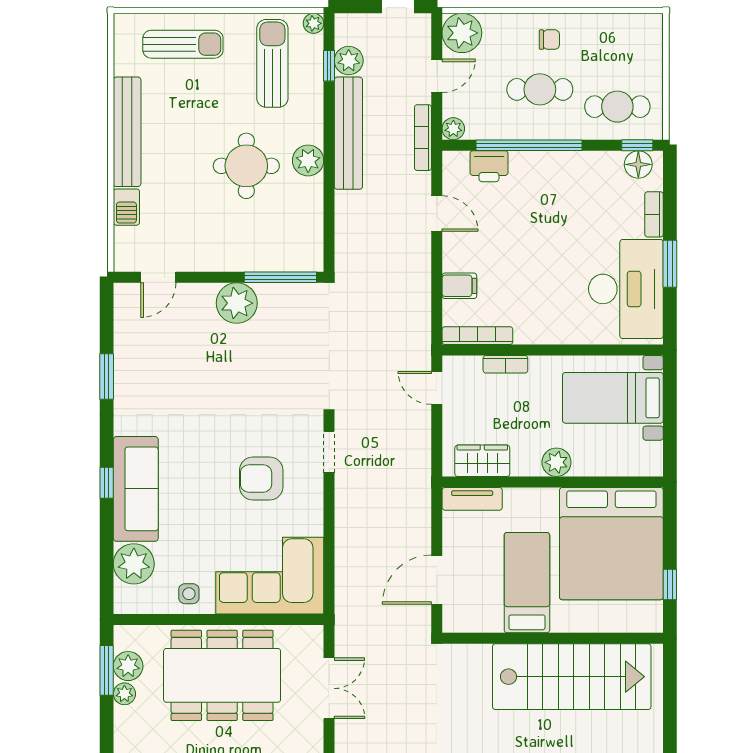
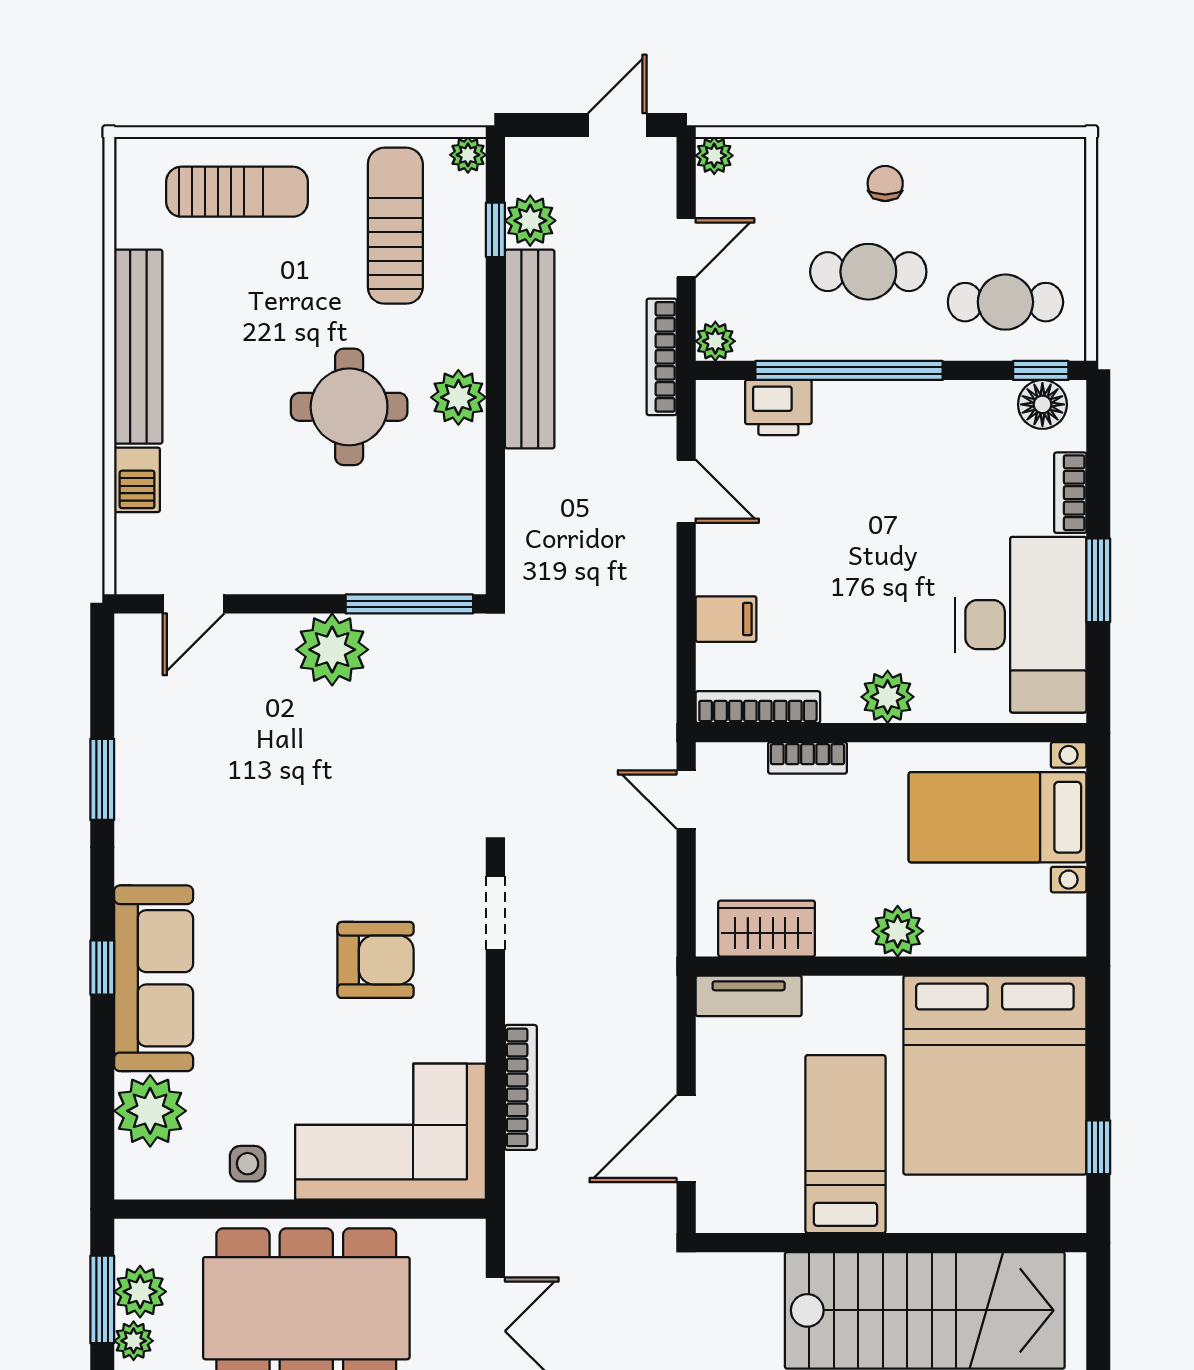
plant: (462, 33) -> (714, 156), width x0.53, depth x0.53
chair: (549, 40) -> (885, 183), turned -90
plant: (551, 330) -> (888, 697), added
armchair: (261, 479) -> (376, 960), turned 180
bookcase: (343, 551) -> (521, 1087), added

